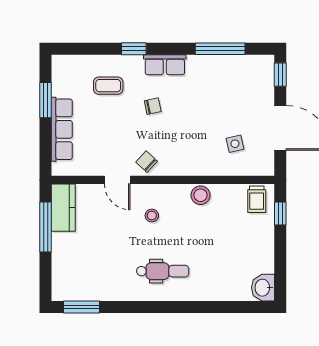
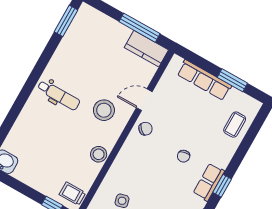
window: (134, 49) -> (222, 186), moved
coffee table: (108, 86) -> (235, 125), moved
stool: (152, 216) -> (104, 110), width x1.89, depth x1.89
dental chair: (163, 271) -> (59, 95), turned -90

